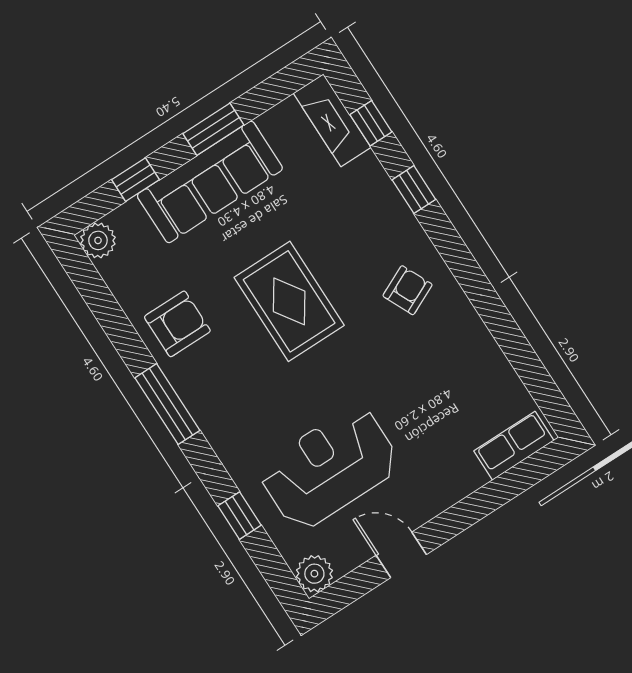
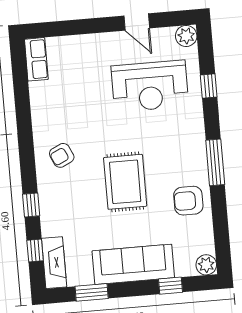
window: (213, 129) -> (92, 292), moved
row of seats: (514, 446) -> (36, 59), moved, turned -90

